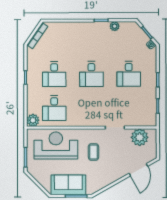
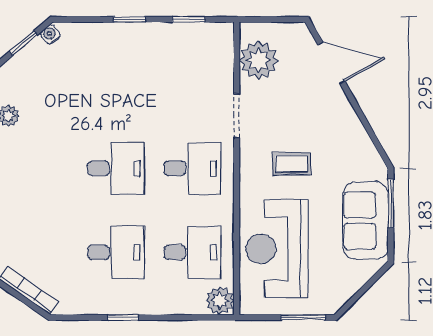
desk: (129, 74) -> (192, 168), moved

